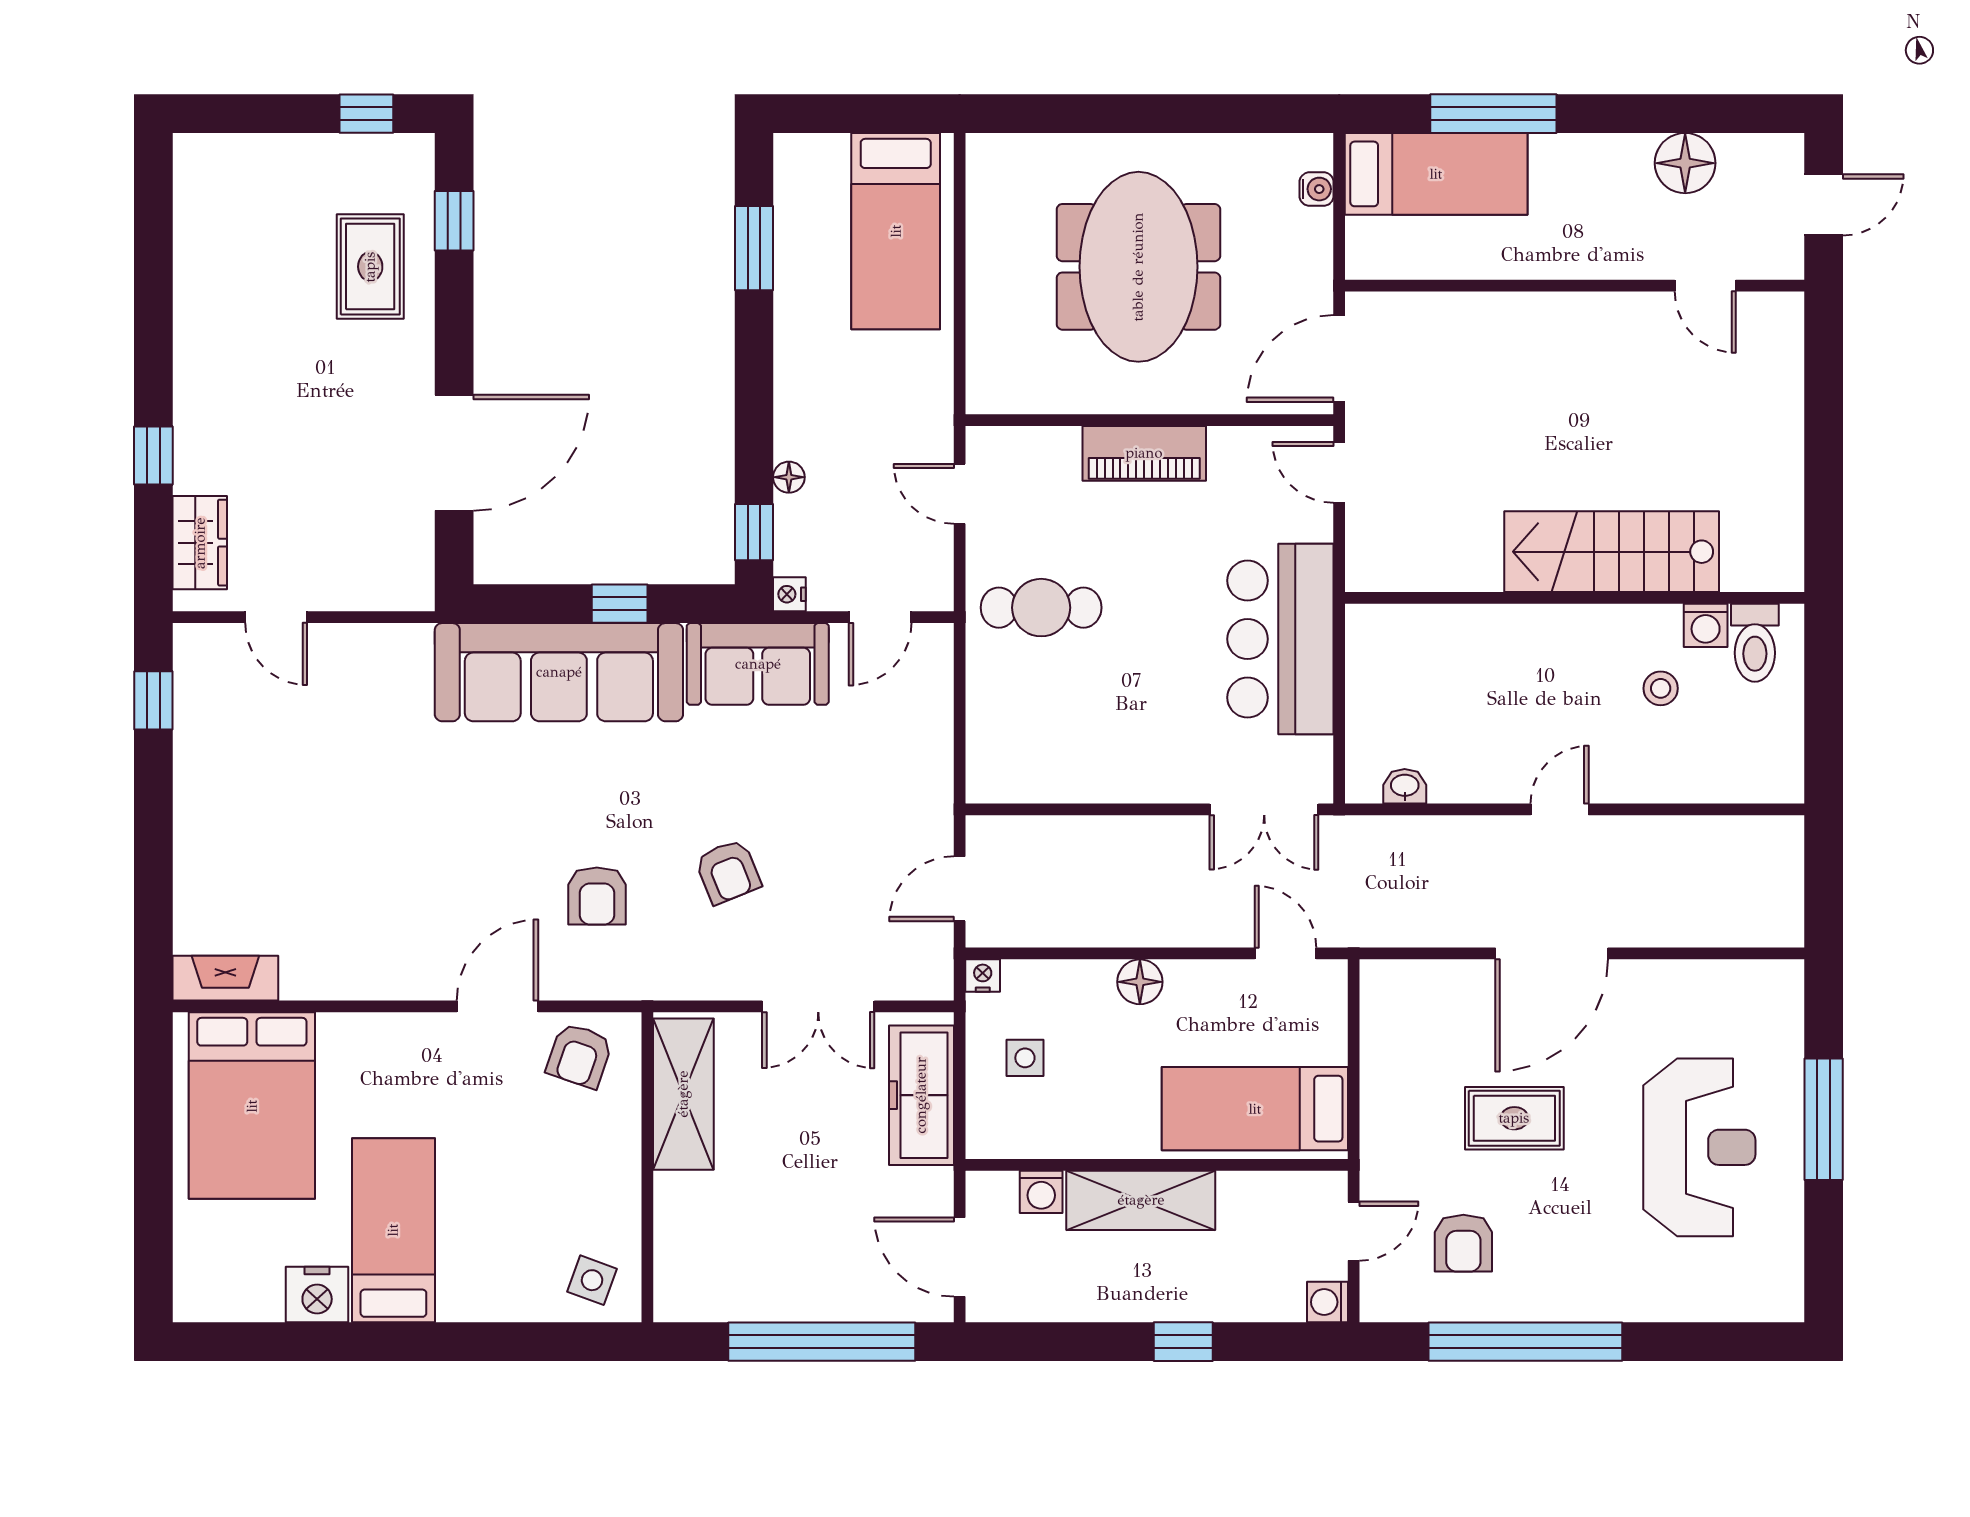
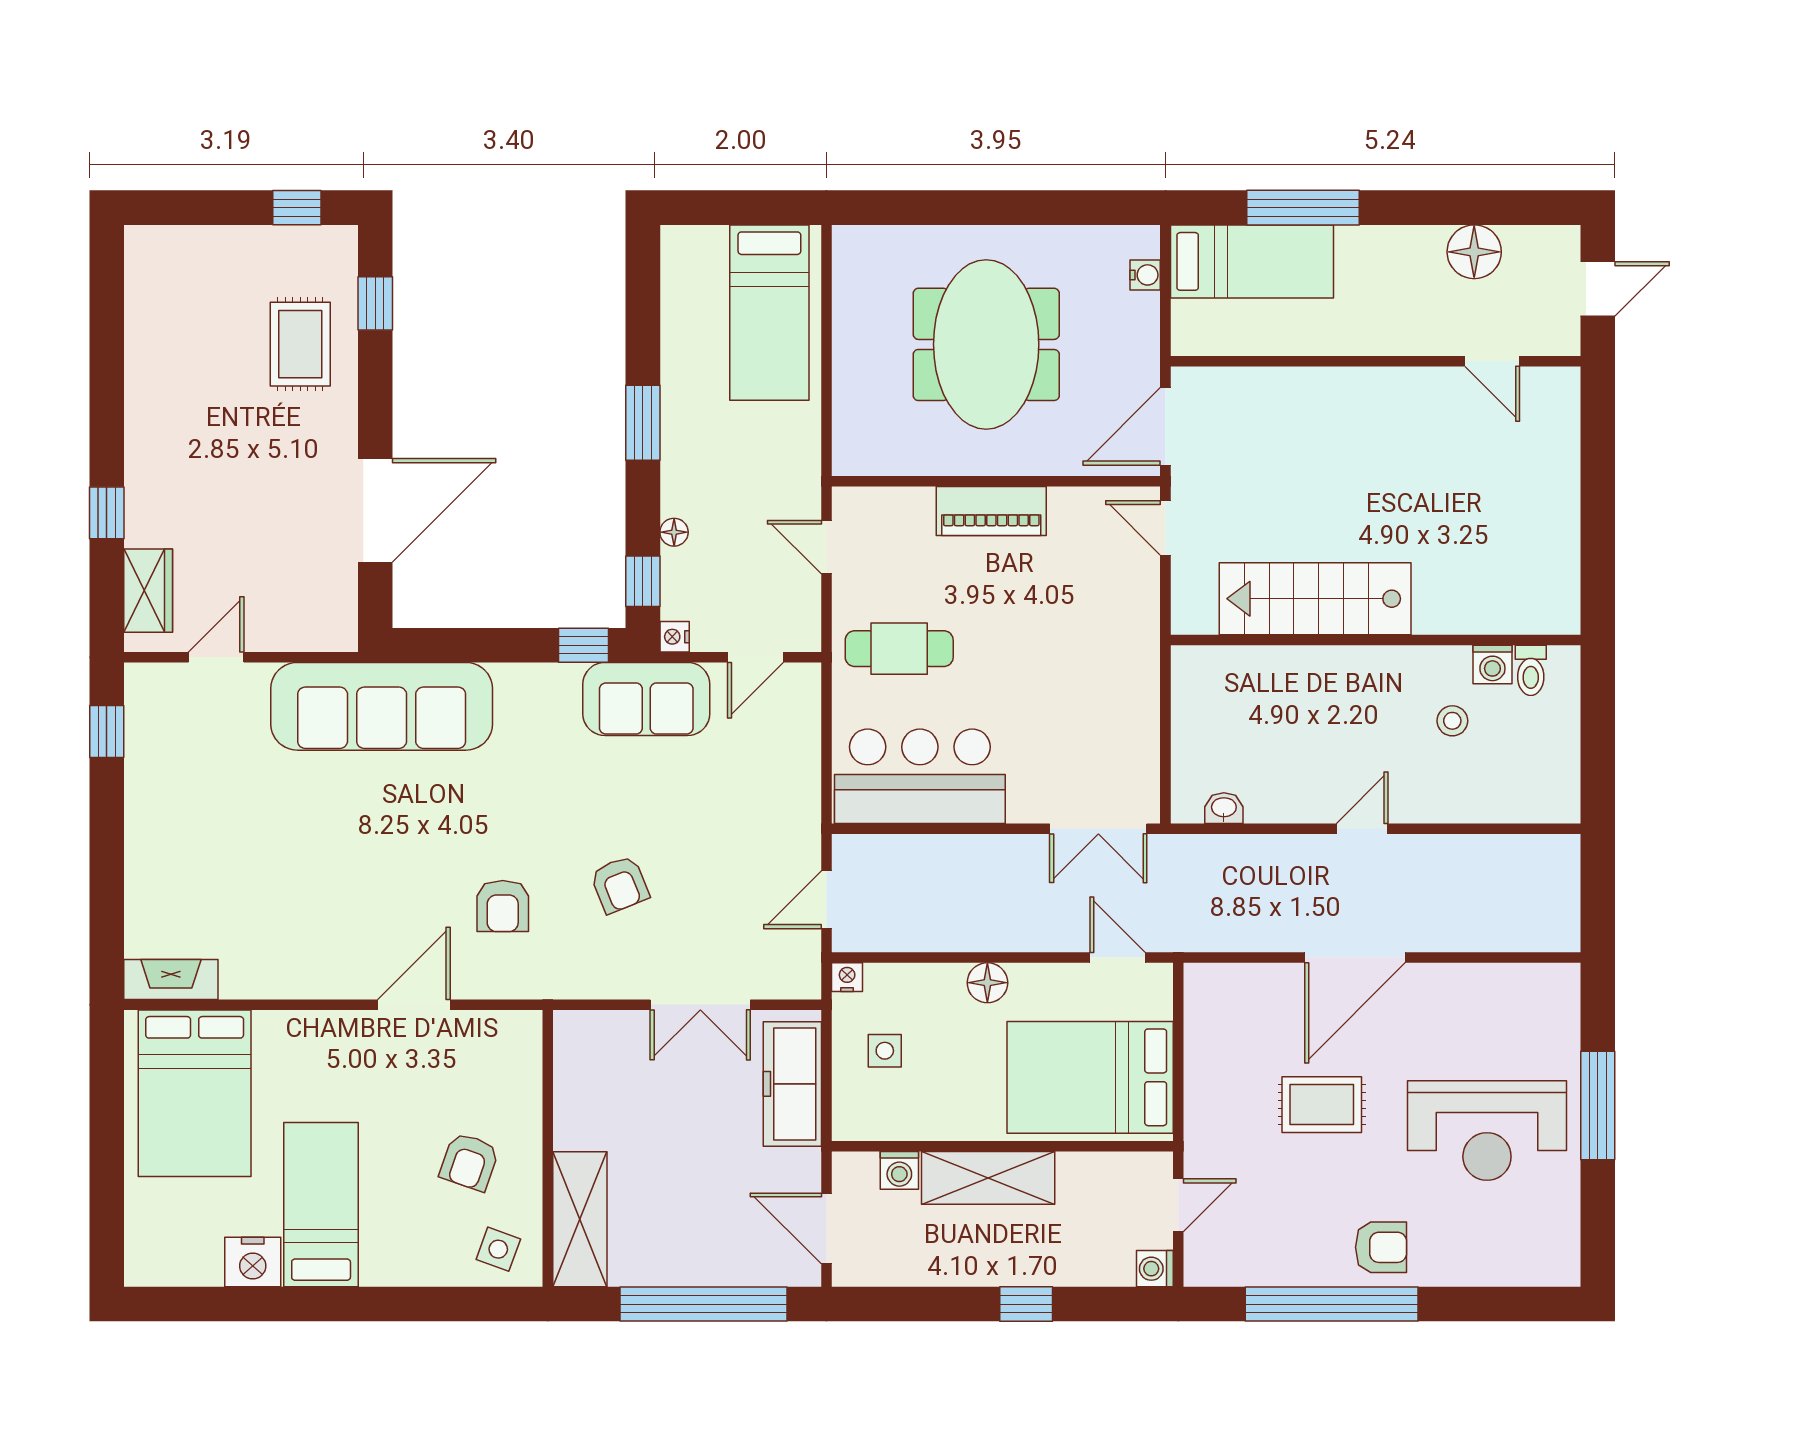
window: (754, 248) -> (643, 423), moved
stairs: (1612, 552) -> (1315, 599), moved
window: (620, 604) -> (584, 645), moved
door: (276, 617) -> (216, 657), swing flipped
bar counter: (1280, 639) -> (920, 776), moved, turned 90
toilet: (1755, 643) -> (1531, 670), width x0.73, depth x0.72
sofa: (559, 672) -> (382, 706), moved
armchair: (579, 1056) -> (469, 1162), moved
shelving: (683, 1094) -> (580, 1219), moved
bed: (1255, 1109) -> (1090, 1077), width x1.50
reception desk: (1699, 1147) -> (1487, 1131), turned 90
armchair: (1463, 1243) -> (1381, 1247), moved, turned -90

